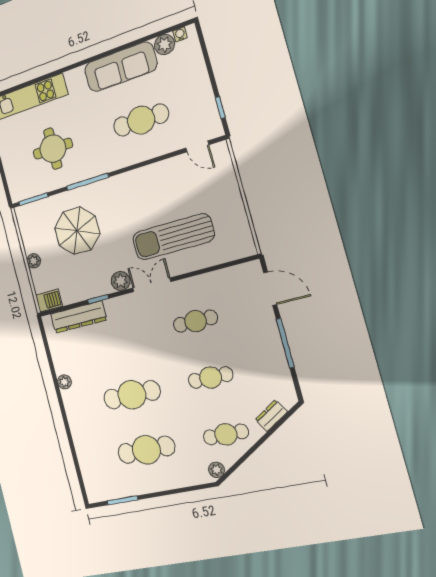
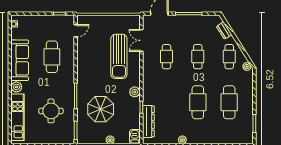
plant: (164, 45) -> (16, 87), moved
double door: (152, 285) -> (141, 40), moved

